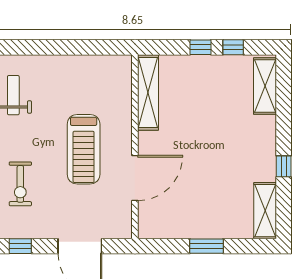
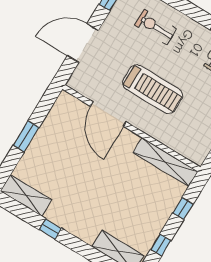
window: (201, 47) -> (183, 209), moved
treadmill: (84, 149) -> (153, 89), turned 180

